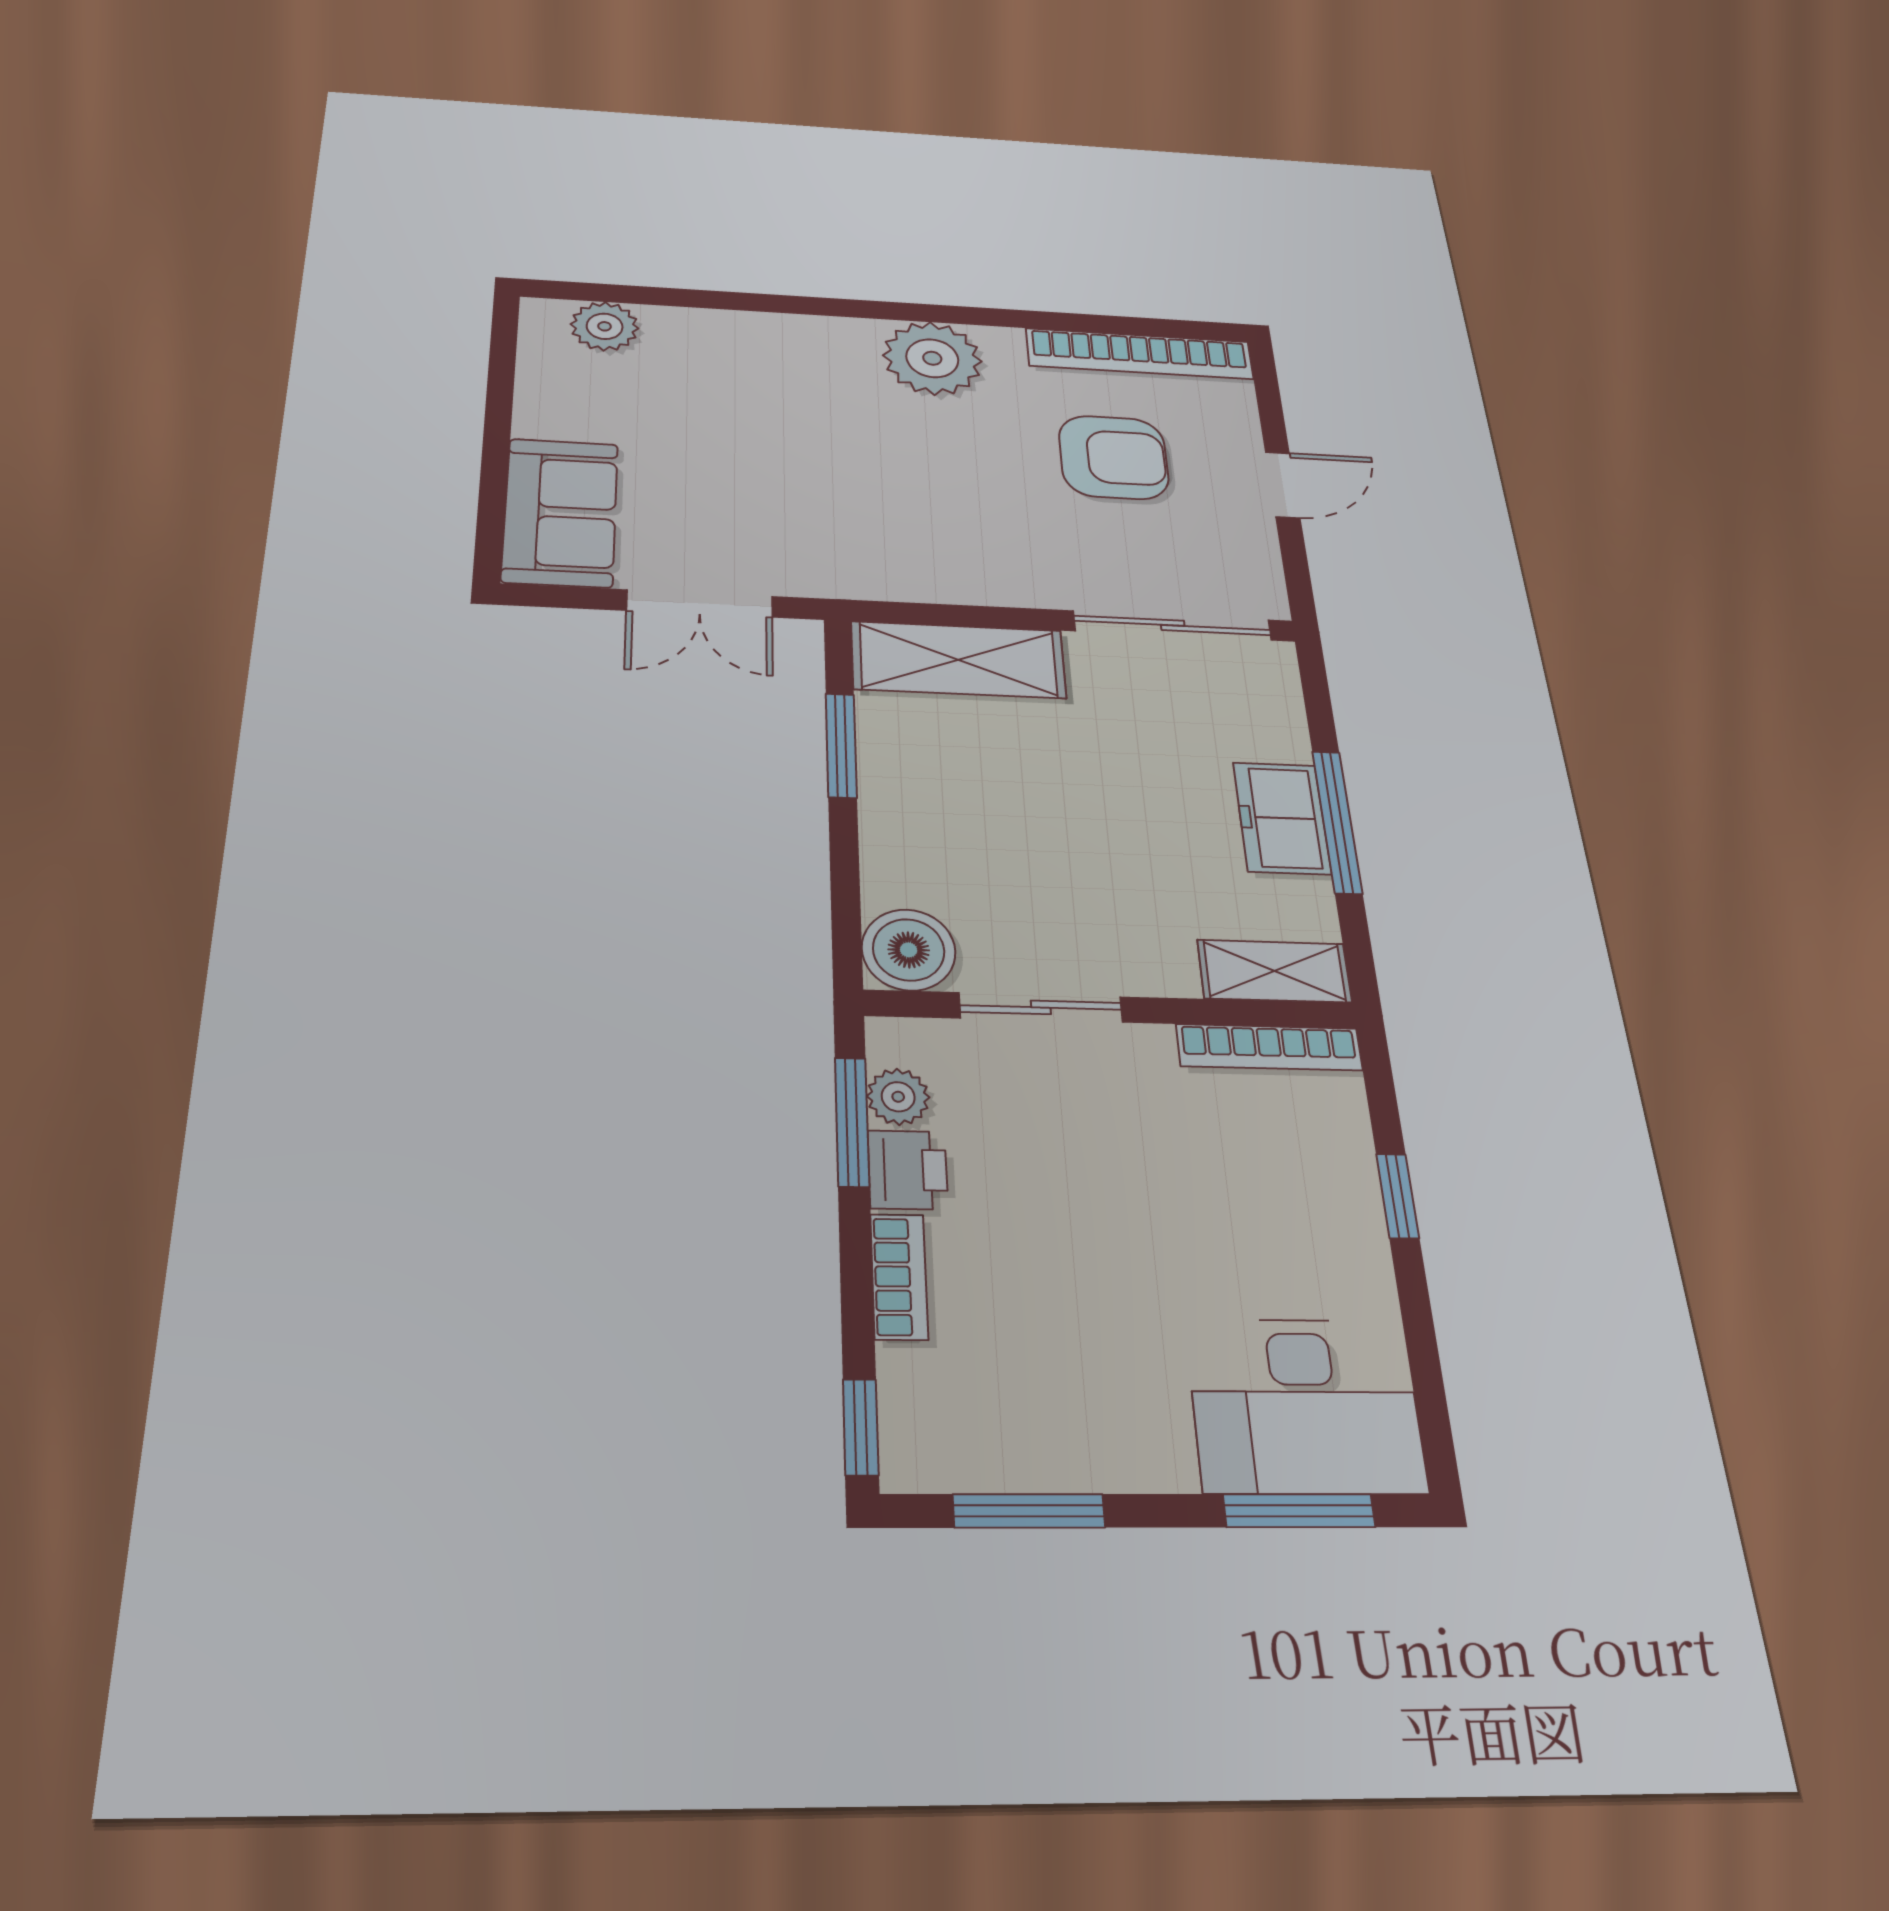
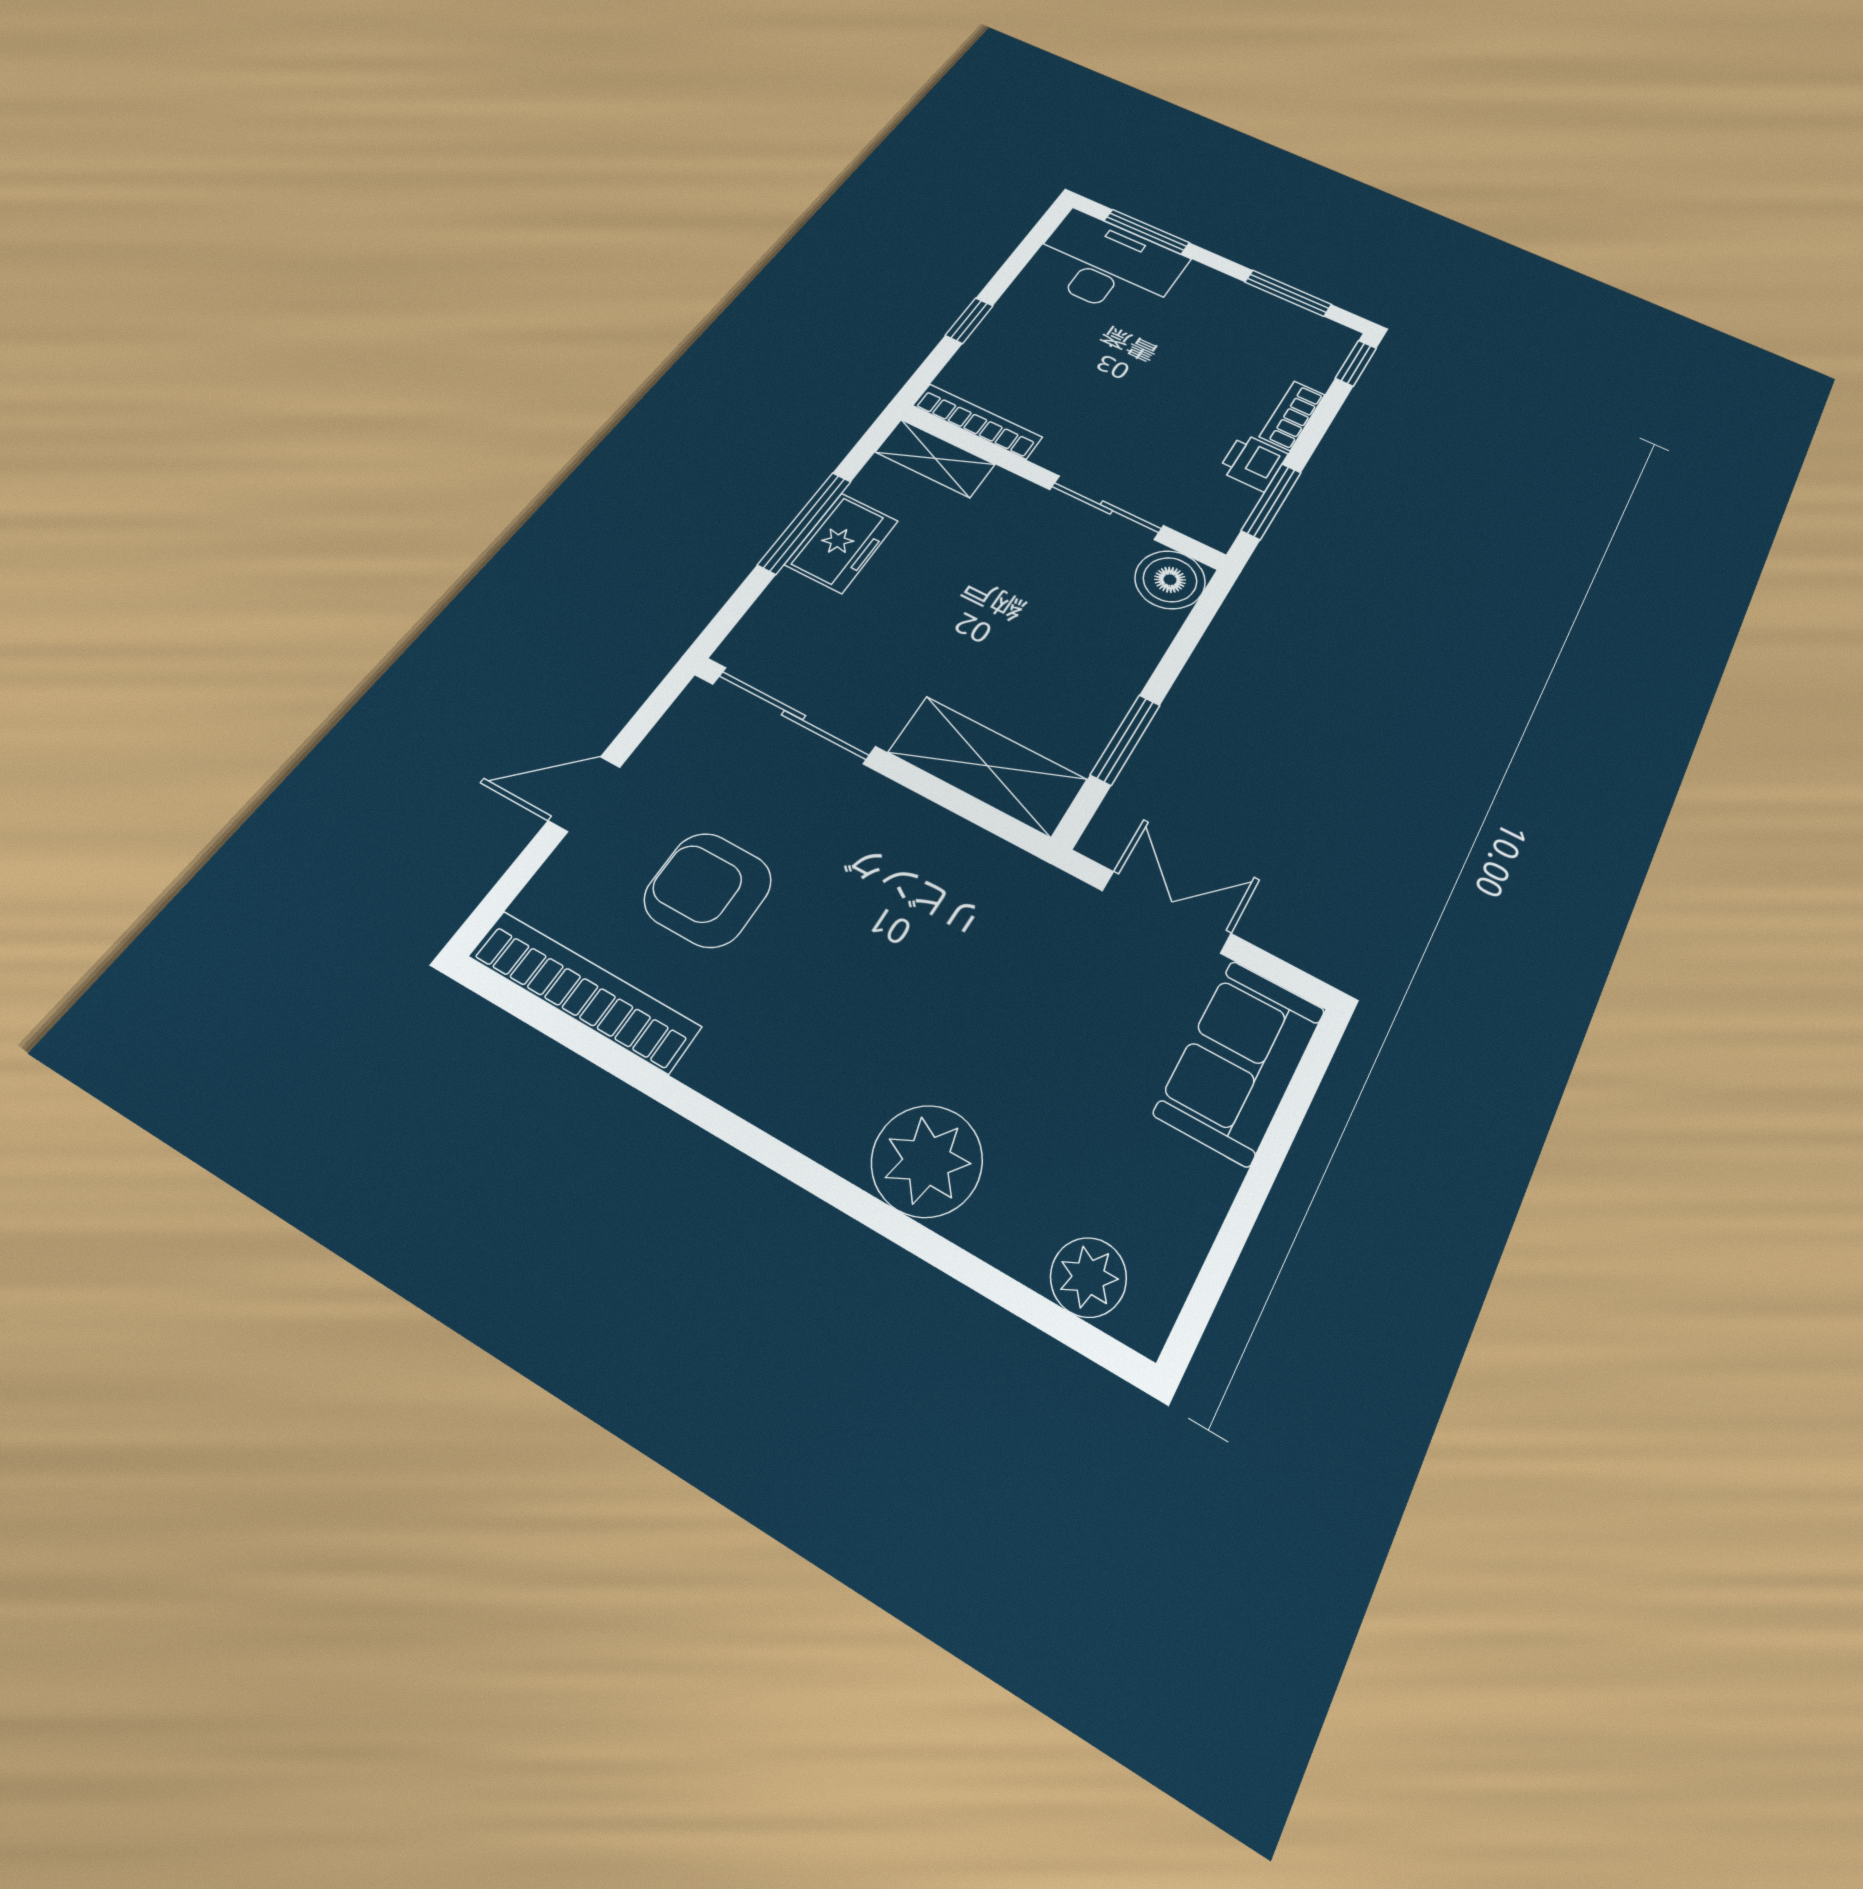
plant: (932, 358) -> (927, 1161), moved
plant: (898, 1097) -> (1234, 501), removed

